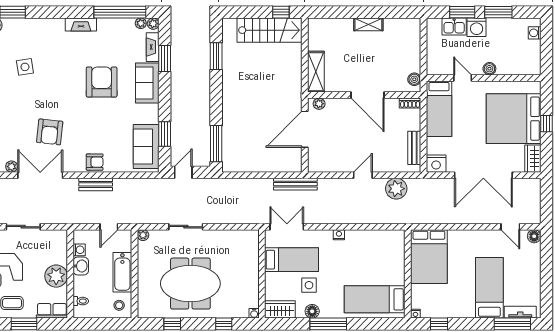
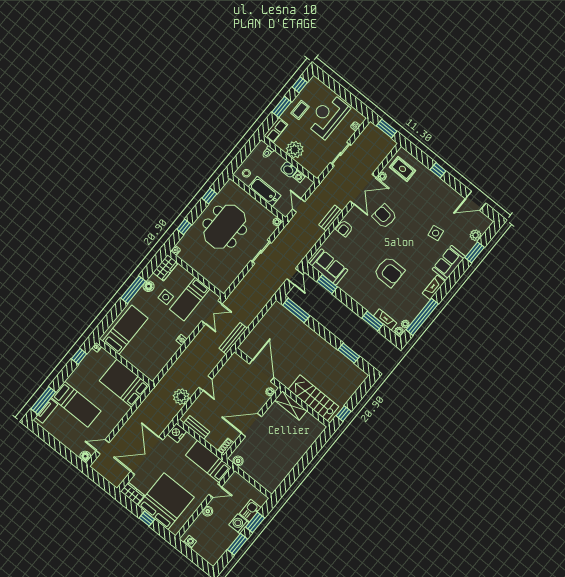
shelving: (368, 24) -> (293, 460), removed
stairs: (269, 30) -> (314, 398), moved, turned 90
washing machine: (535, 33) -> (190, 542), moved
sofa: (147, 83) -> (449, 263), moved, turned -90

